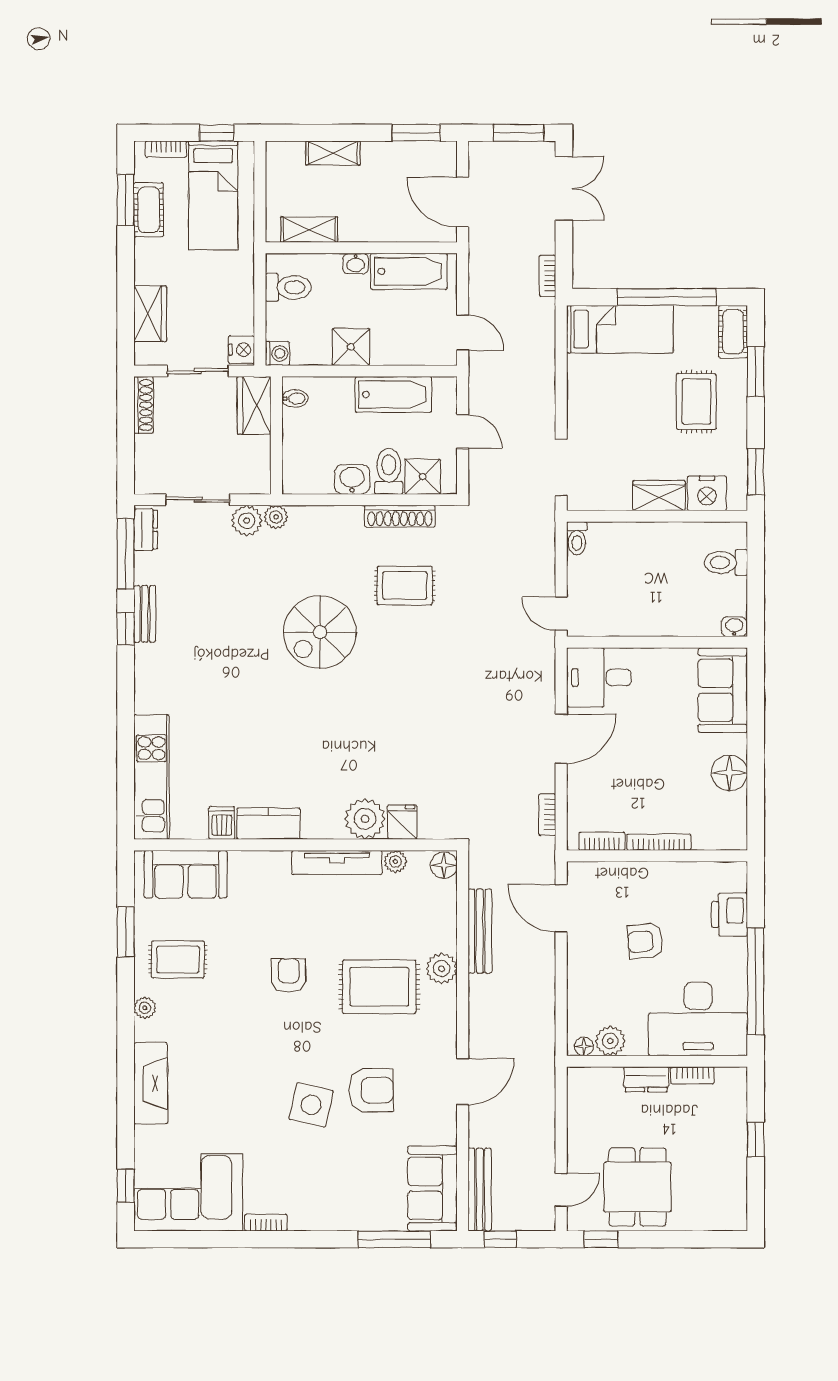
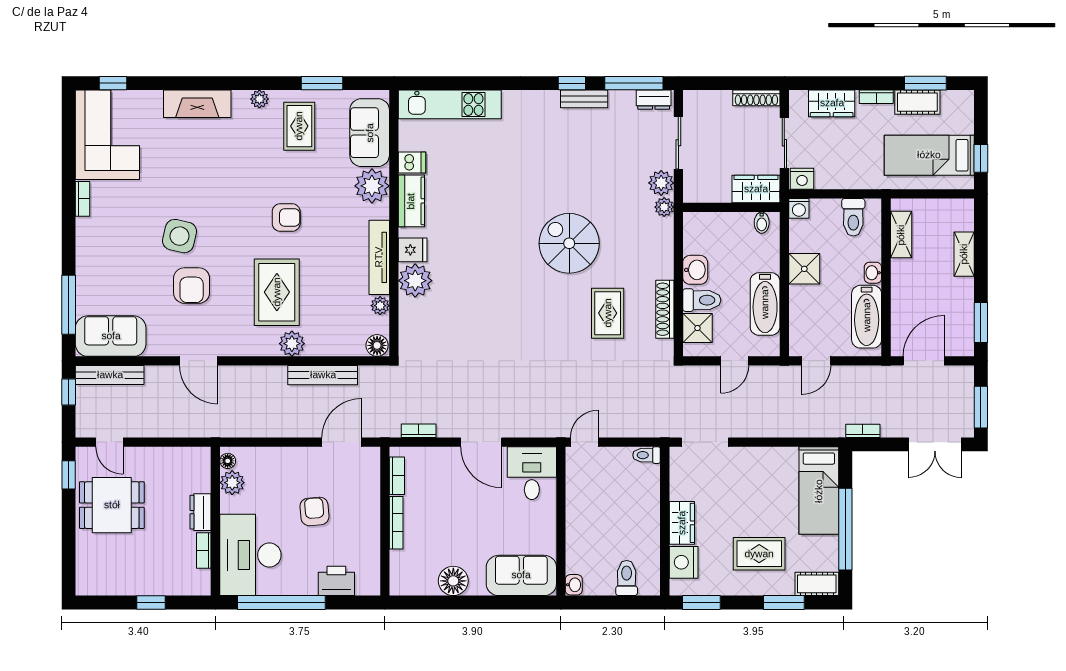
bookcase: (166, 149) -> (876, 97), moved, turned -90
fridge: (402, 822) -> (413, 250), moved
plant: (250, 871) -> (372, 186), added

